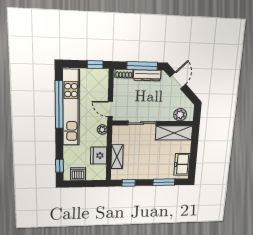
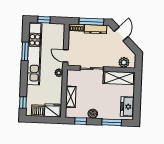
window: (95, 65) -> (44, 20), moved
window: (59, 105) -> (25, 51), width x0.47
fridge: (99, 155) -> (52, 110), moved, turned 90
boiler: (143, 174) -> (93, 114), added

